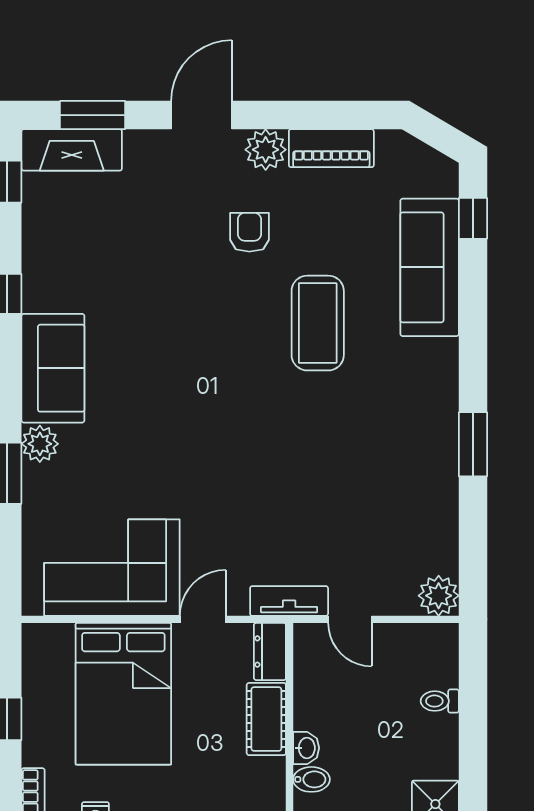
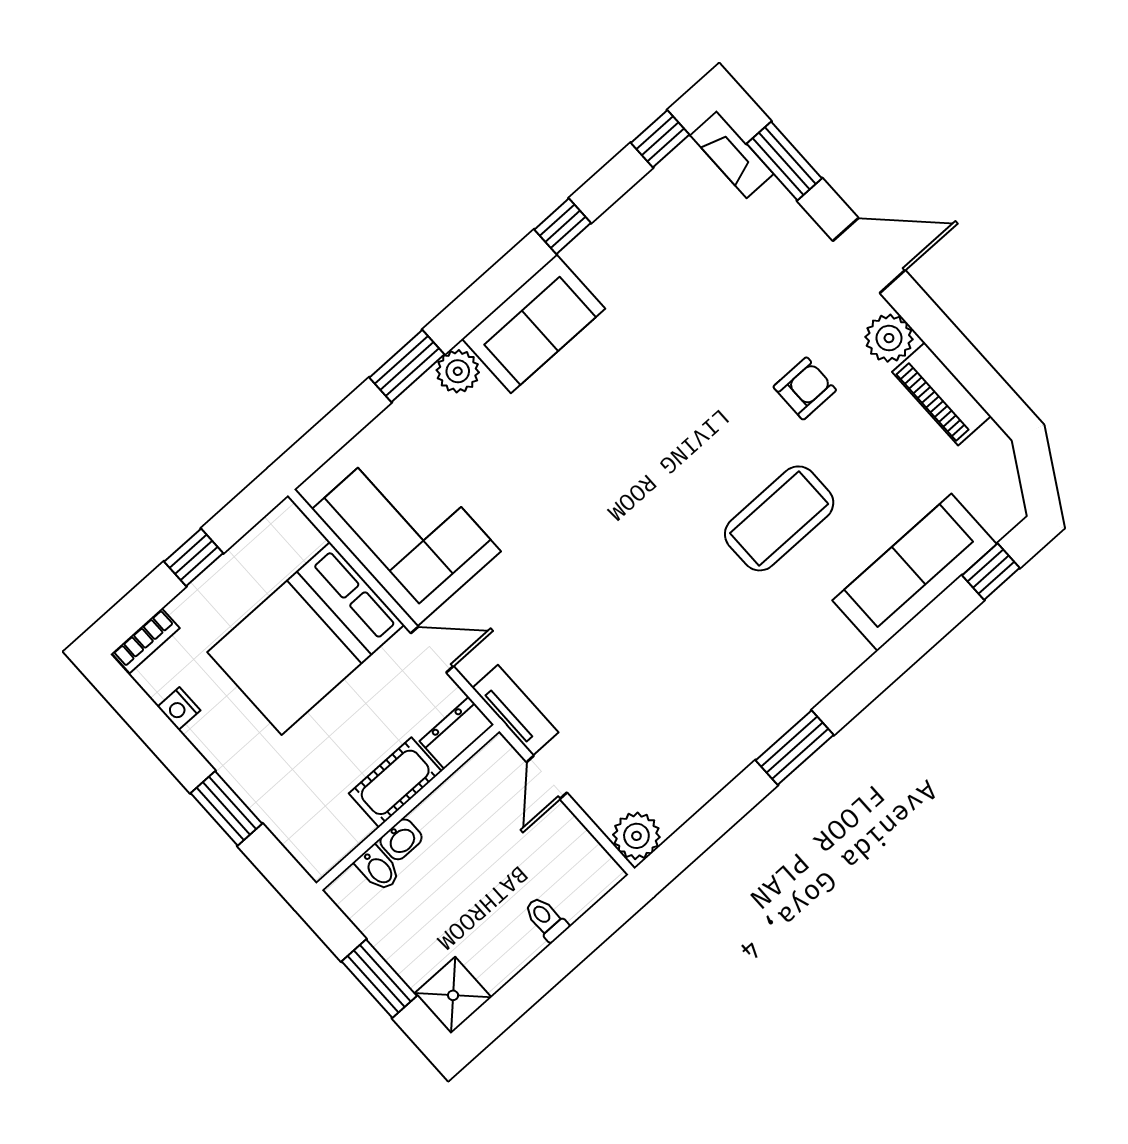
fireplace: (72, 150) -> (732, 154), width x0.73, depth x0.76

